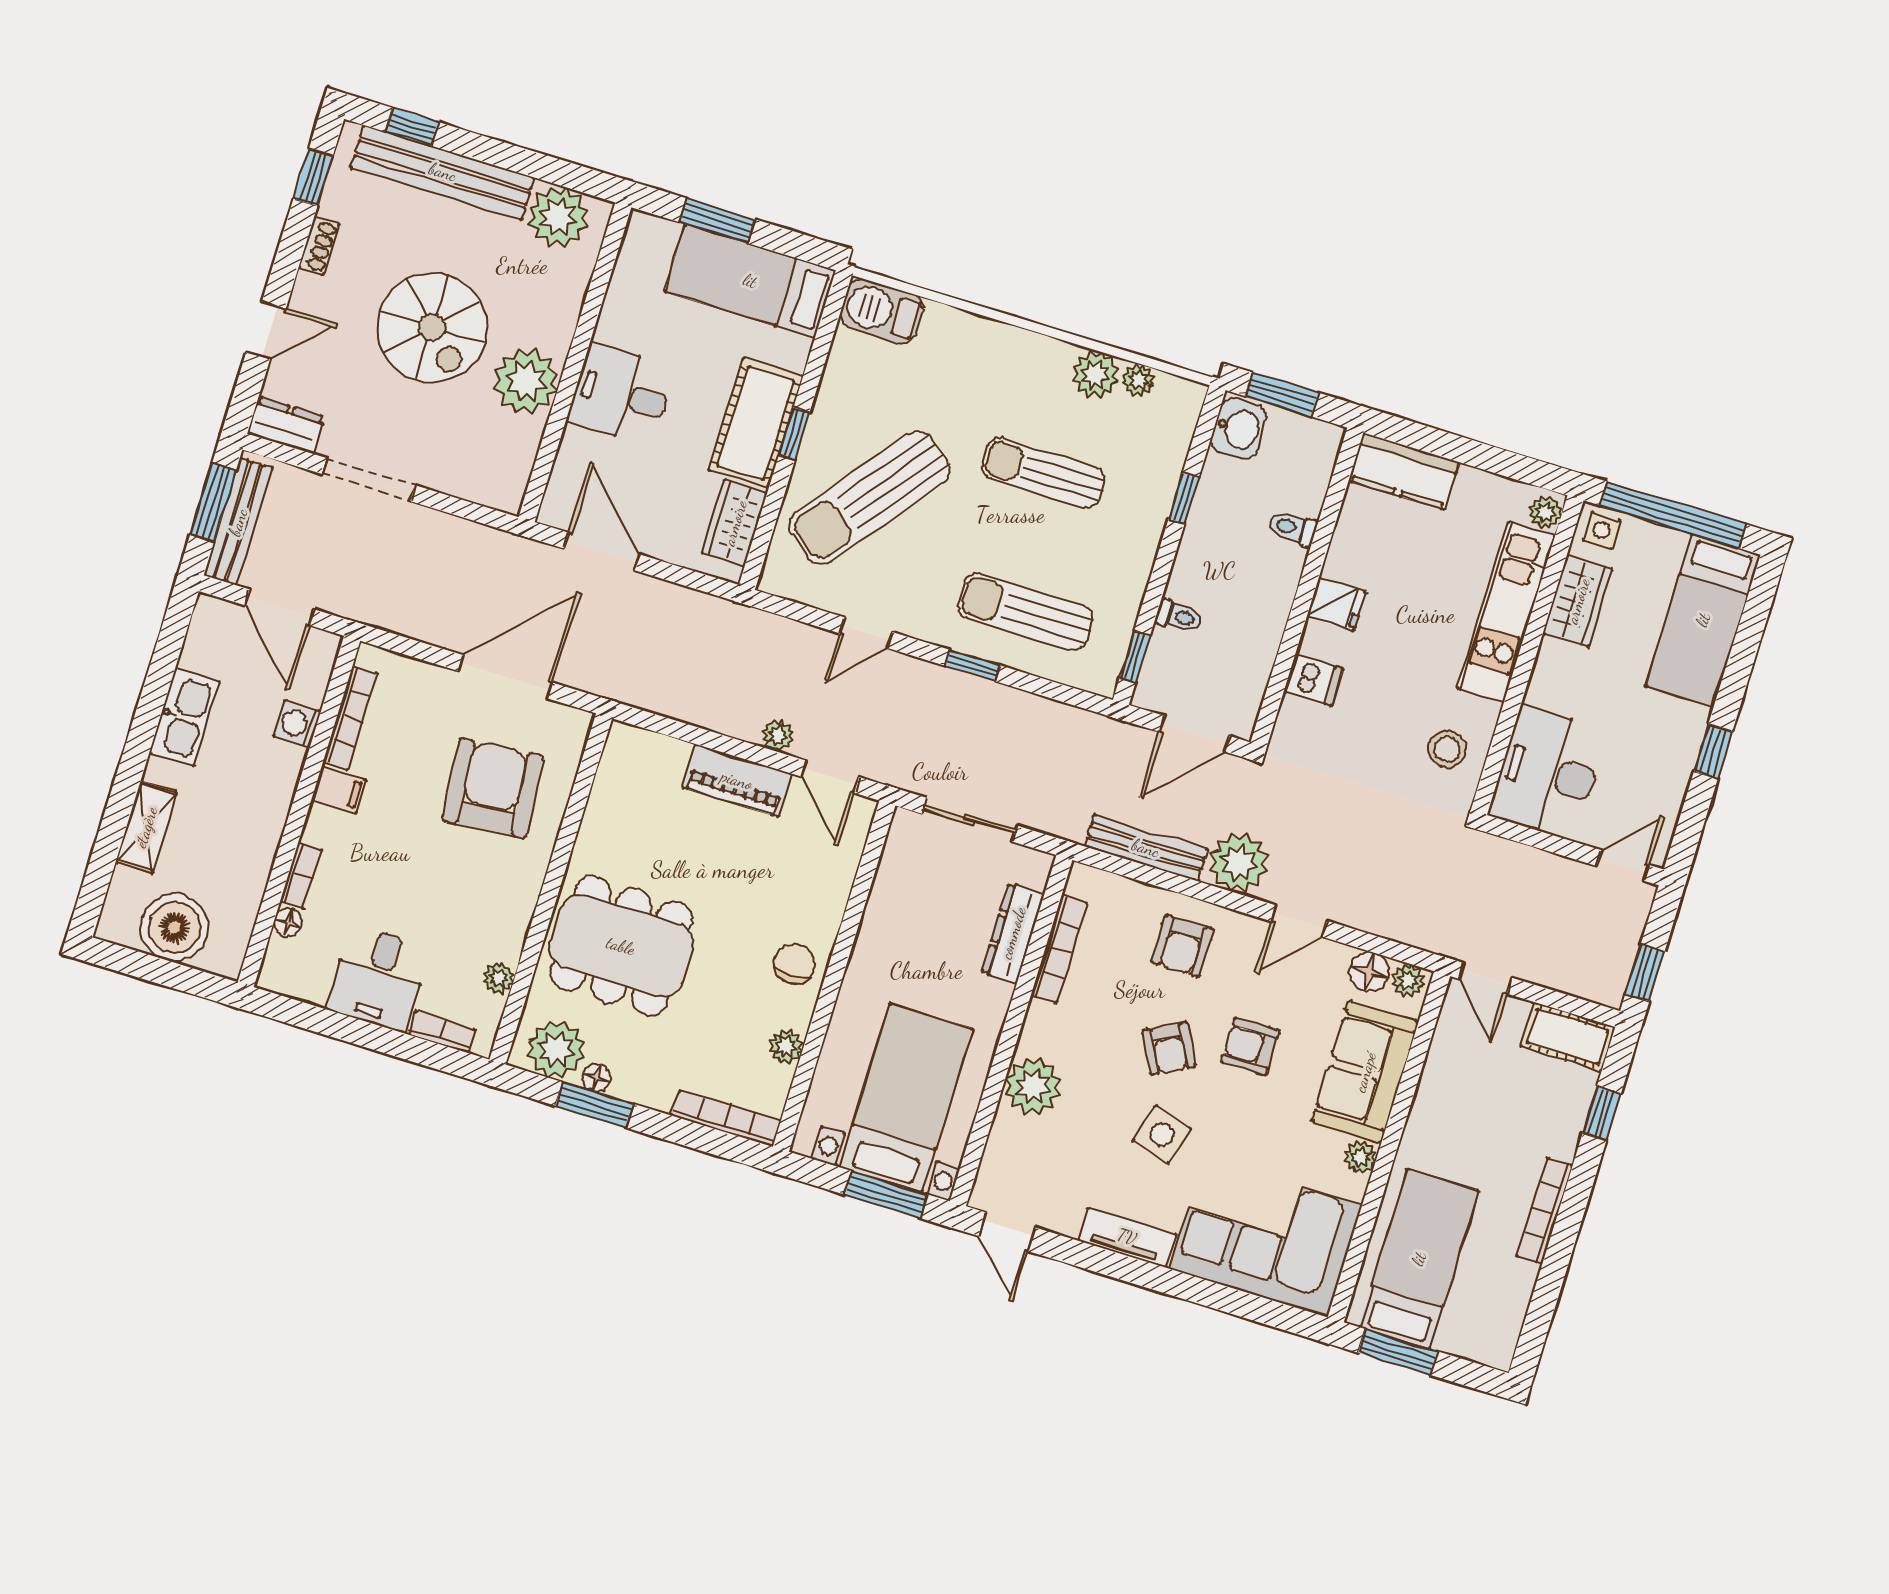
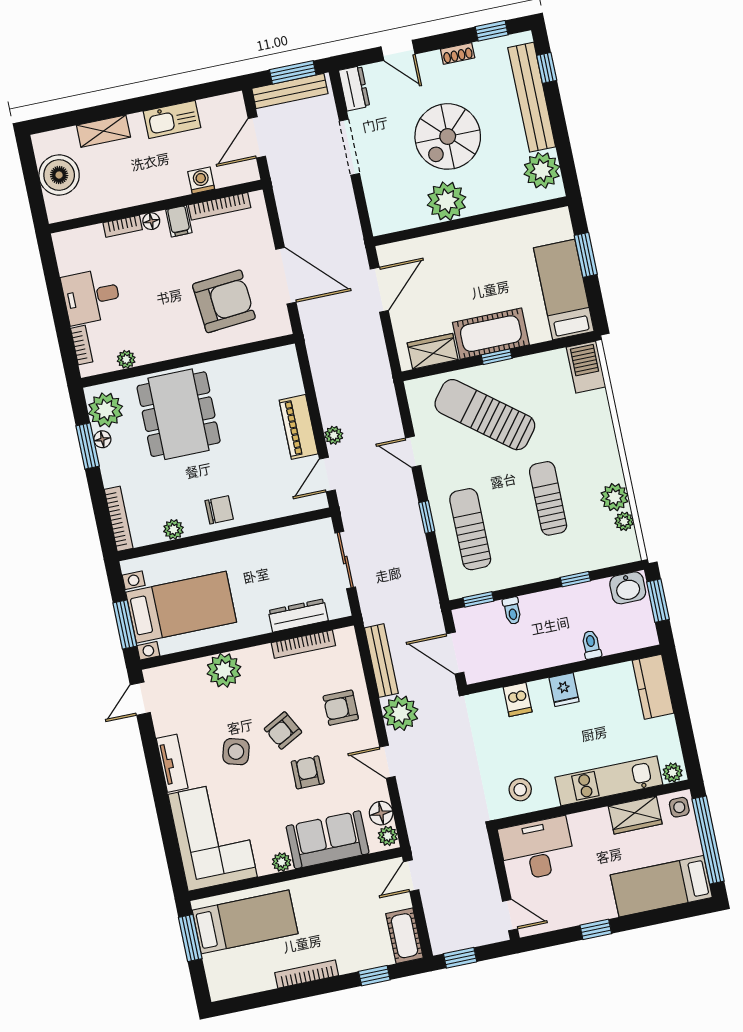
desk: (621, 394) -> (467, 255), removed
floor lamp: (288, 922) -> (151, 221), moved

